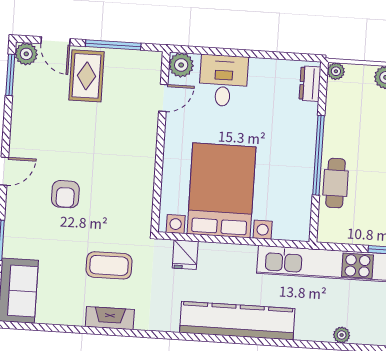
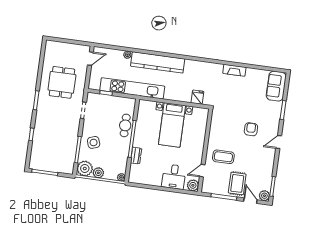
dresser: (310, 84) -> (136, 156), moved
bed with nightstands: (221, 190) -> (172, 125), width x0.73
coffee table: (109, 265) -> (223, 157), moved
kitchen counter: (237, 321) -> (158, 62), moved

